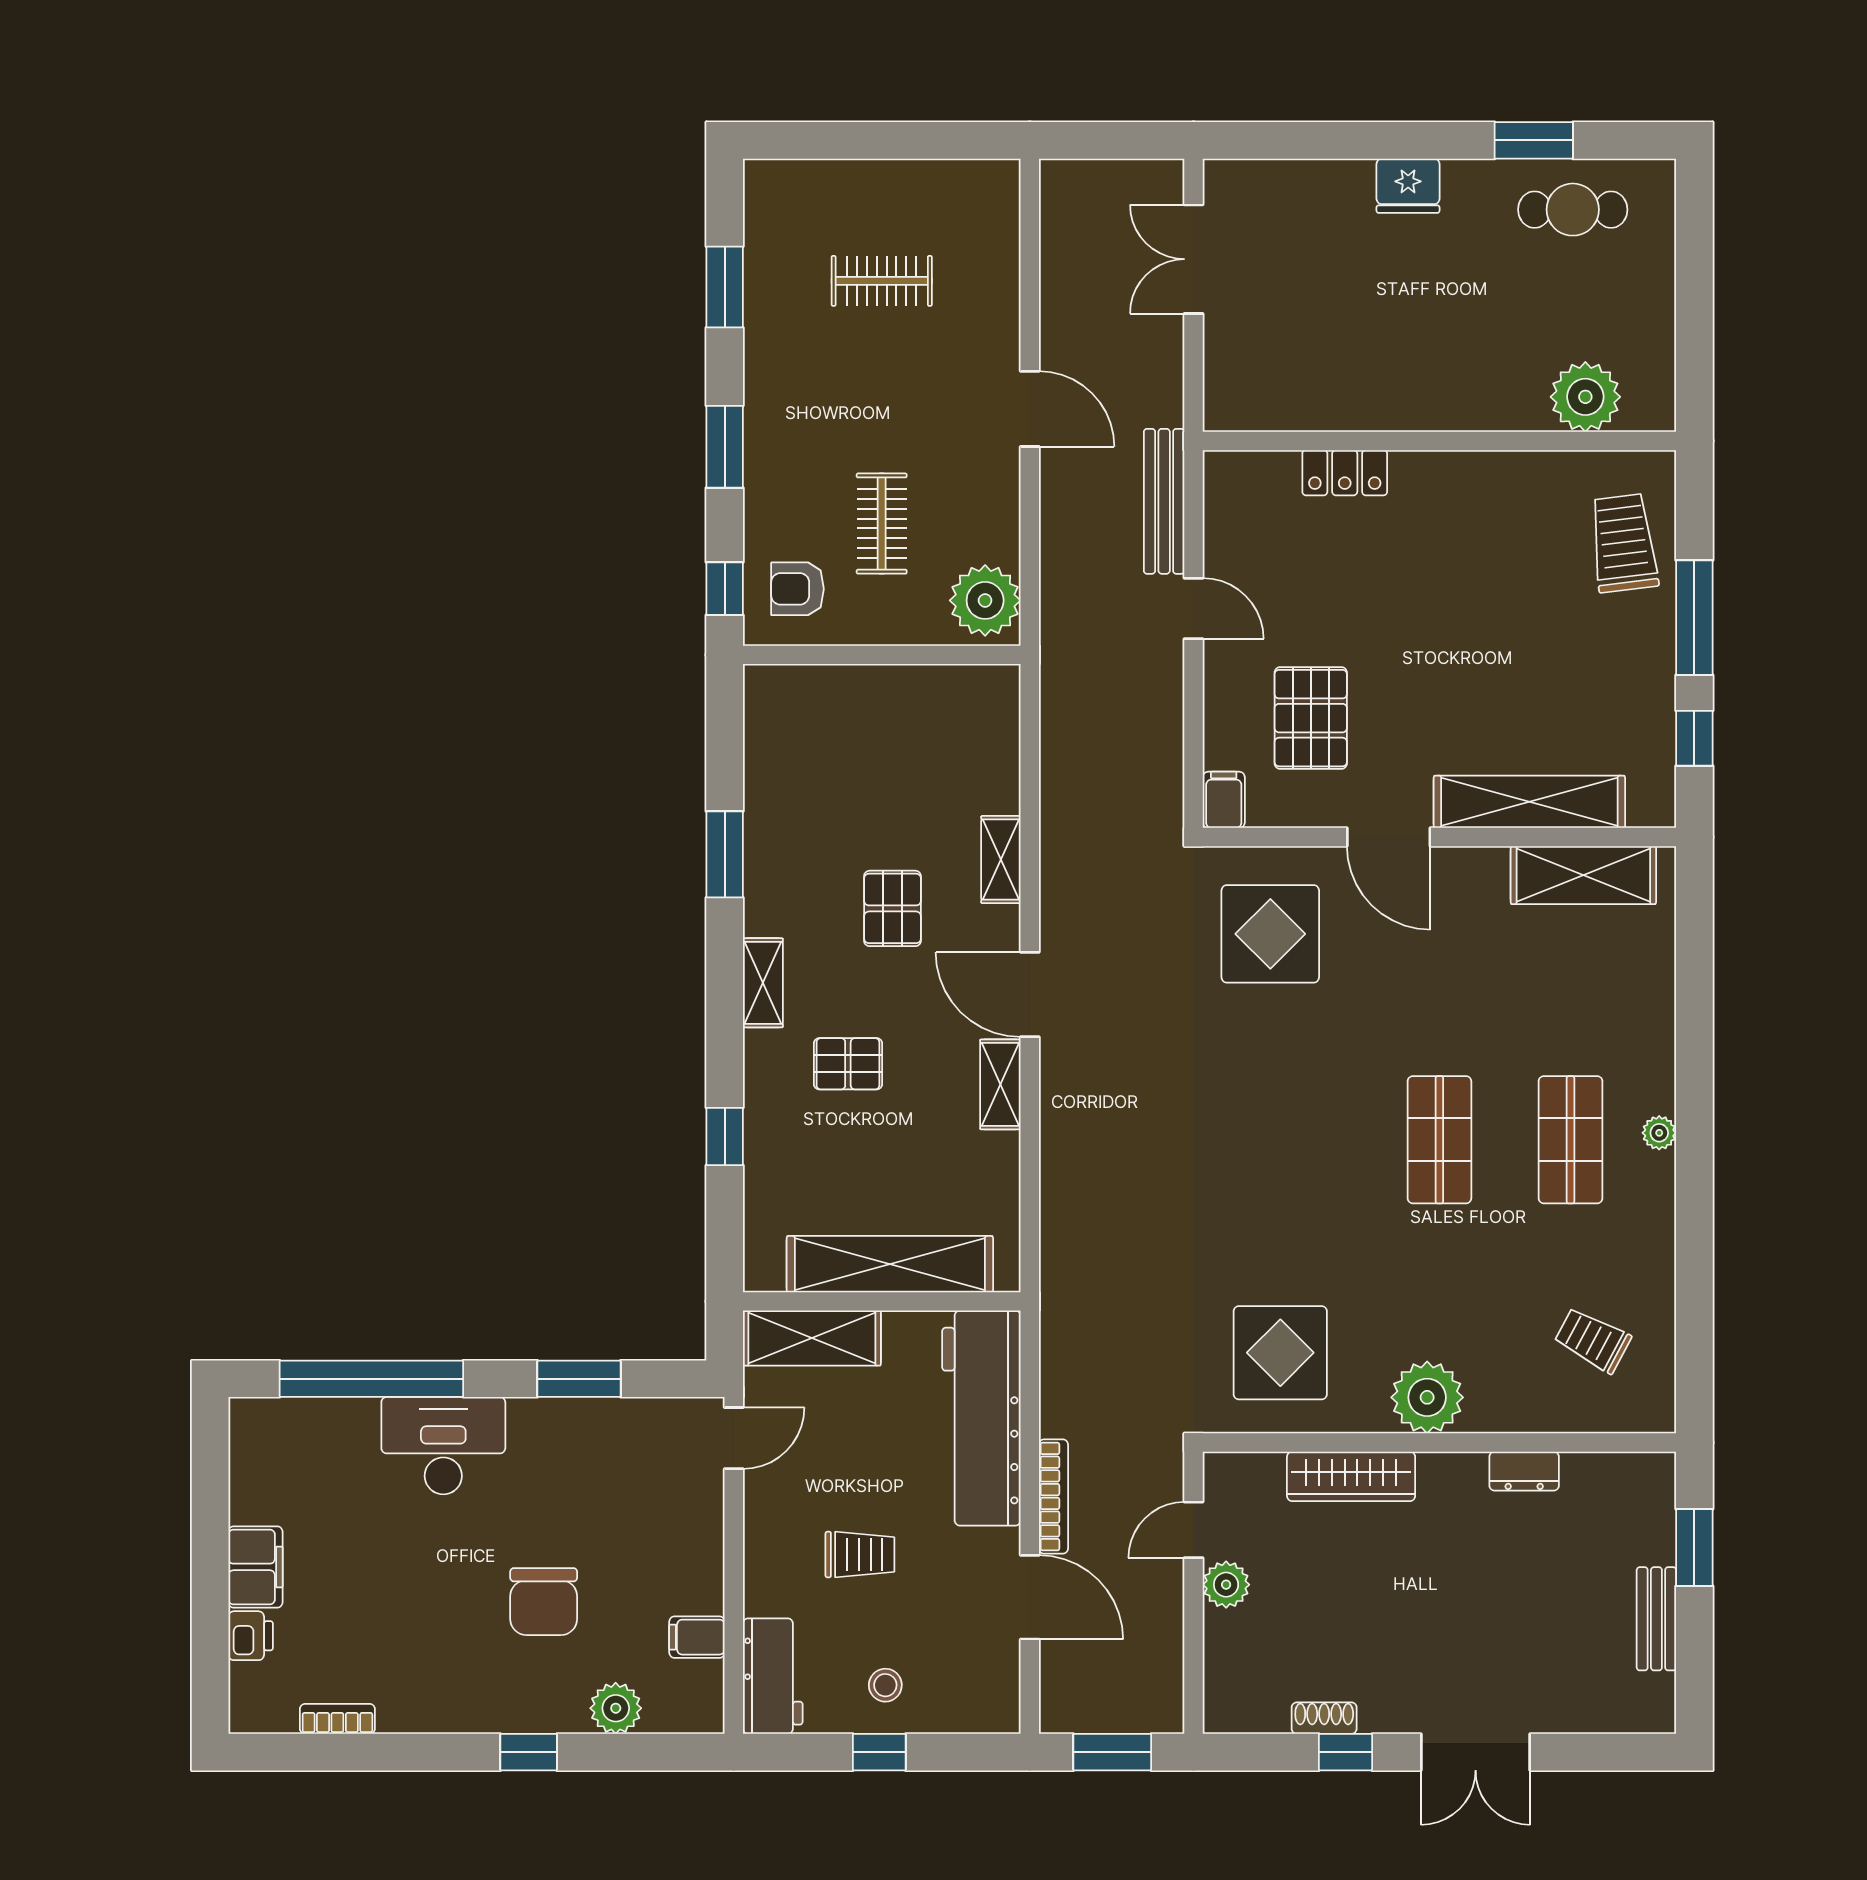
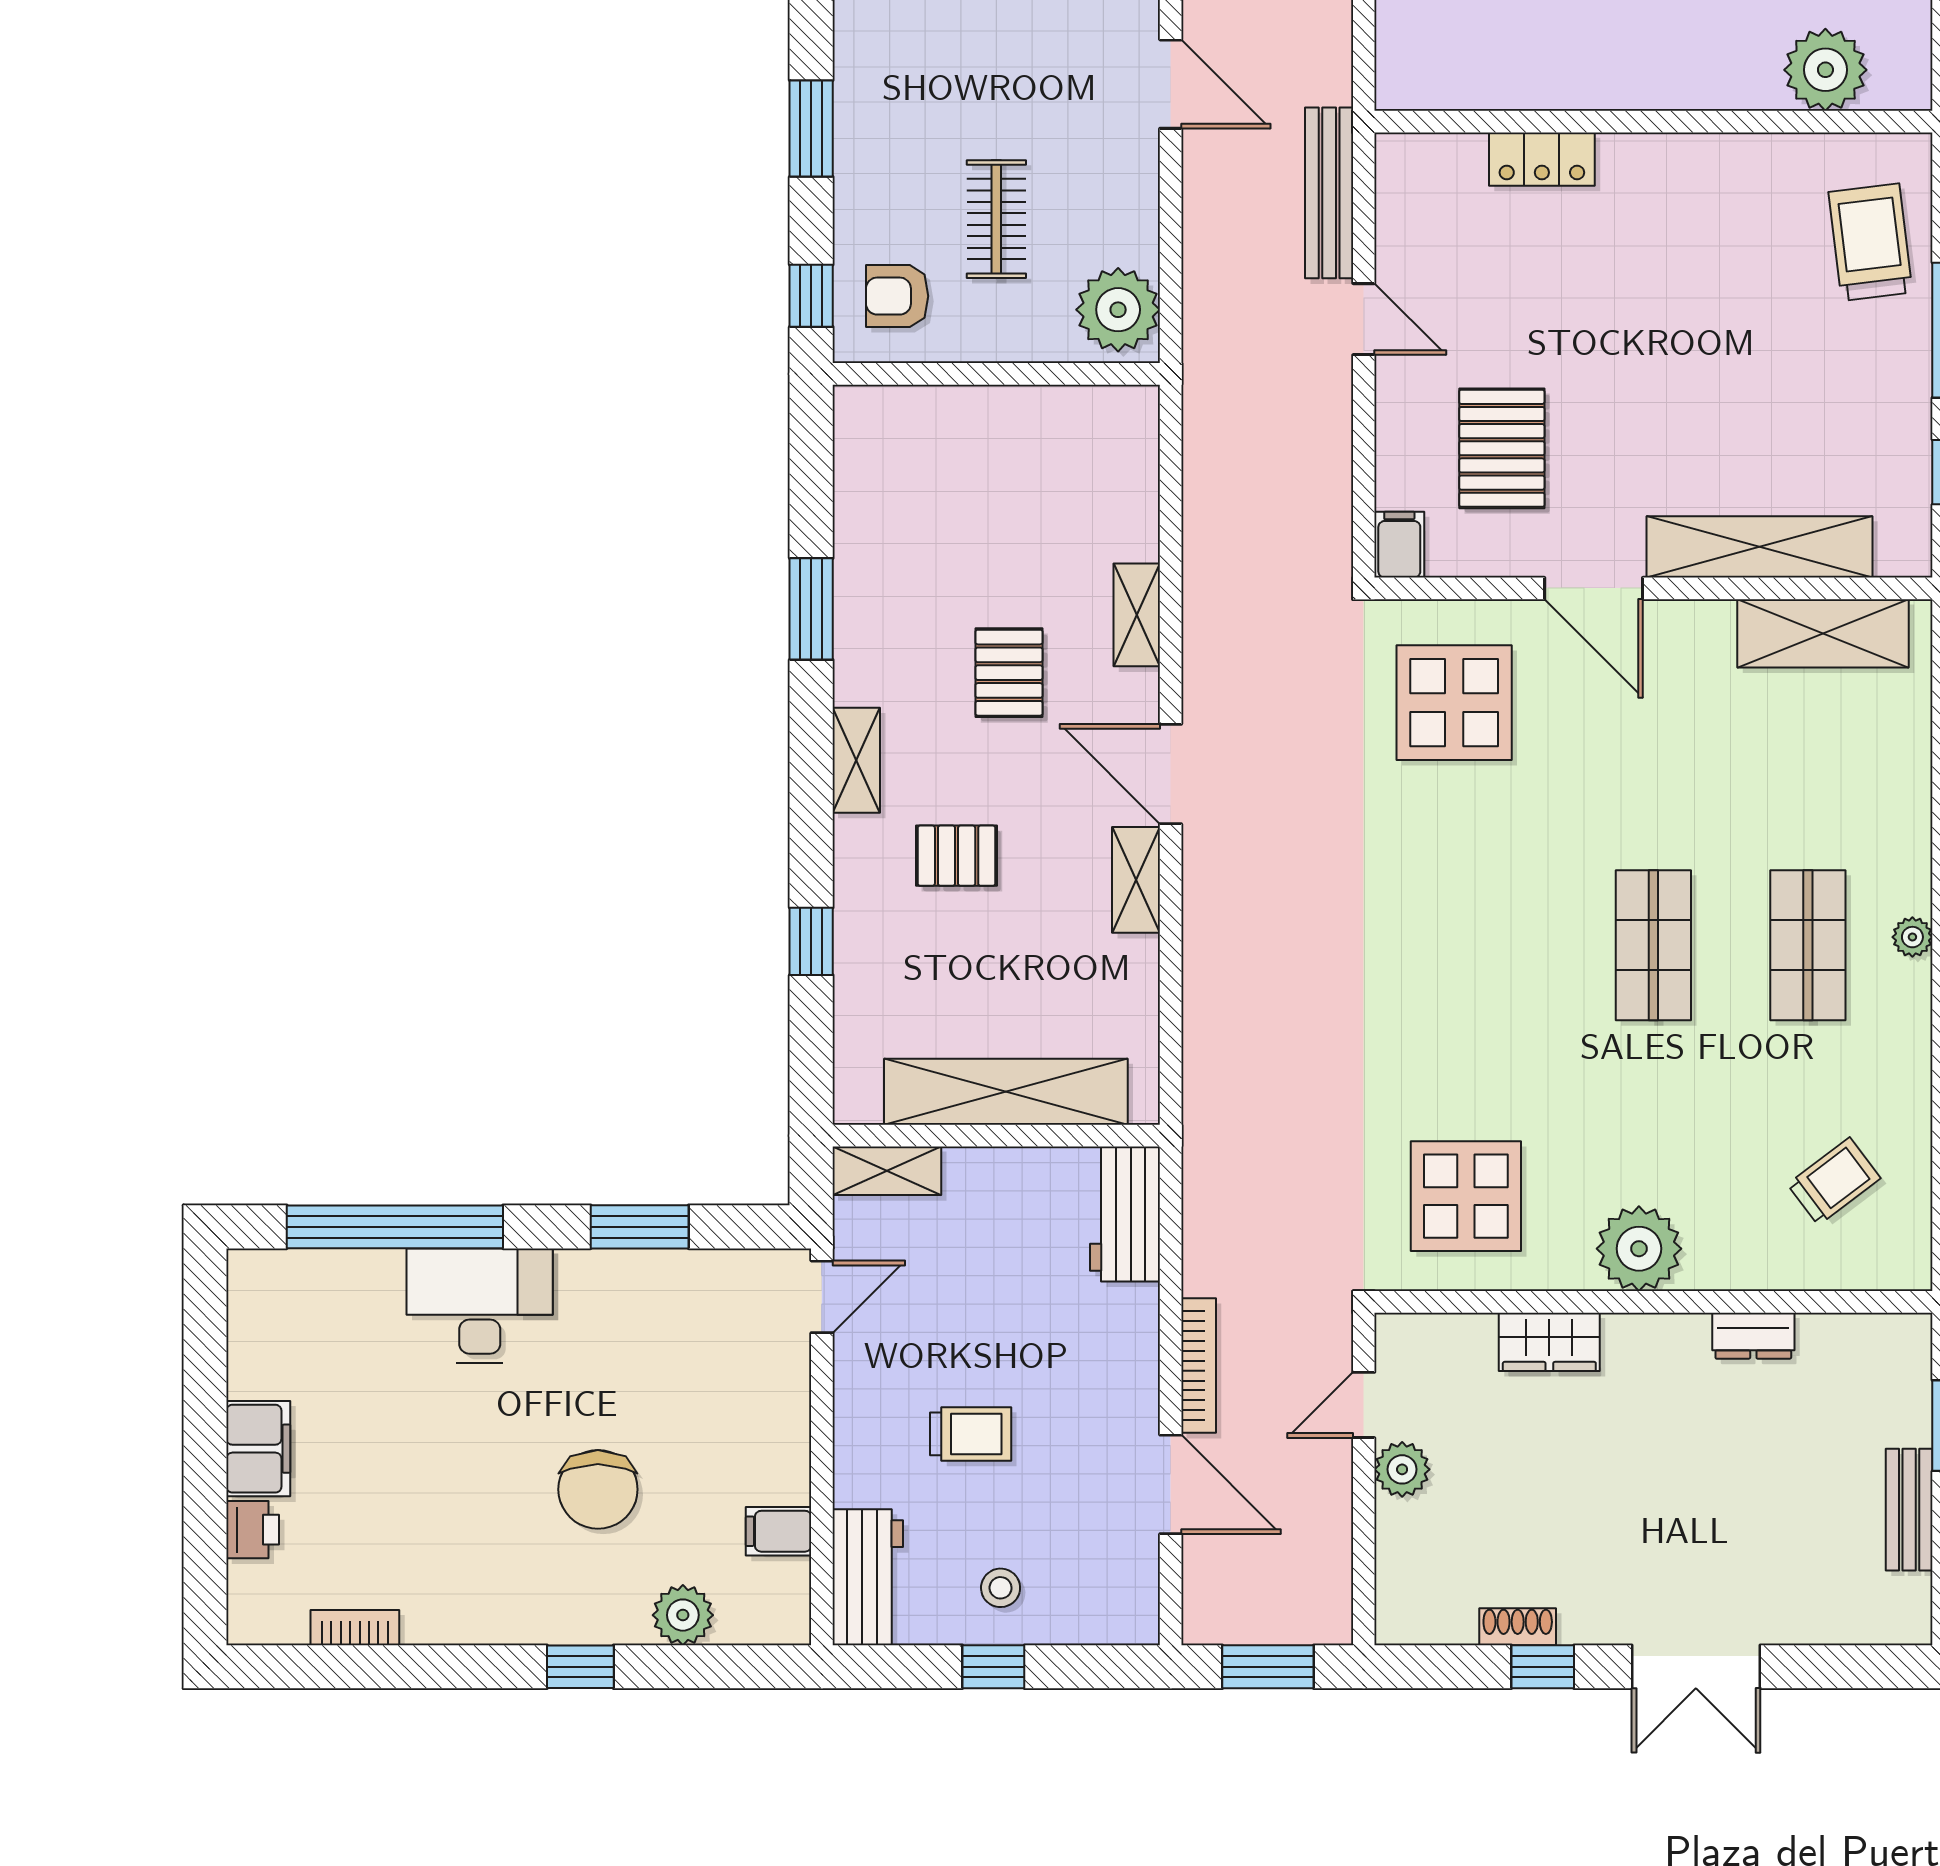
shelving: (812, 1338) -> (887, 1171), width x0.67, depth x0.75
trolley: (1593, 1340) -> (1834, 1181), turned 115
workbench: (981, 1418) -> (1125, 1214), width x0.53, depth x0.76
wardrobe: (1351, 1476) -> (1549, 1342), width x0.67

